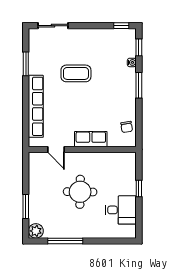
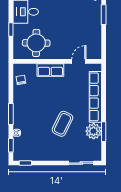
plant: (38, 64) -> (94, 131), added
coffee table: (76, 73) -> (62, 124), turned -64
door: (56, 149) -> (79, 61), hinge flipped
round table: (80, 192) -> (36, 43), moved

